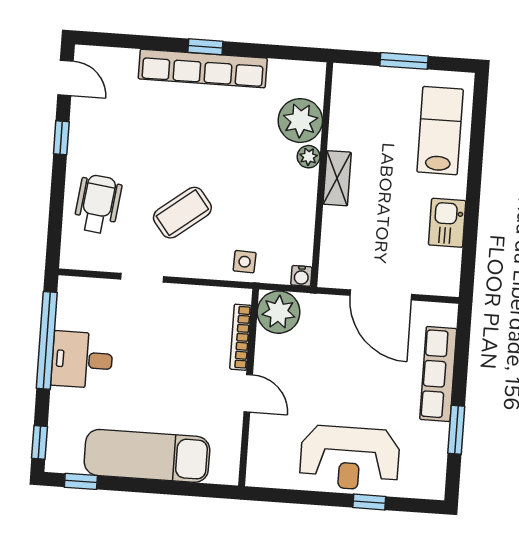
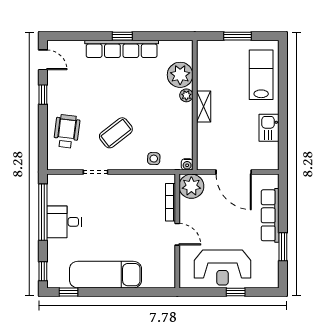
plant: (279, 312) -> (191, 186), moved
bookcase: (240, 337) -> (170, 202), moved
wall: (249, 388) -> (177, 231), moved
door: (248, 393) -> (177, 234), moved

